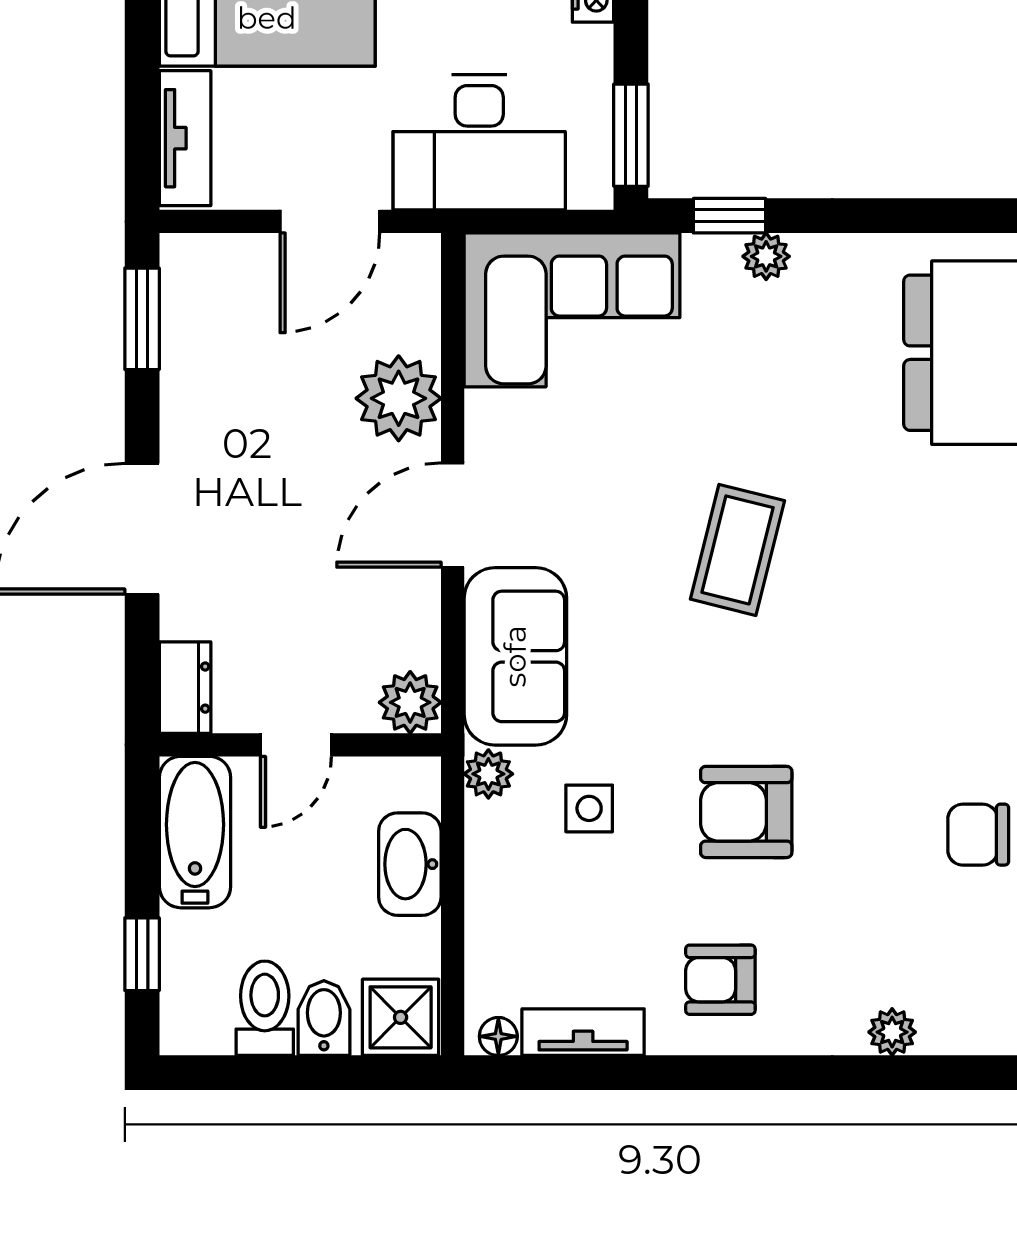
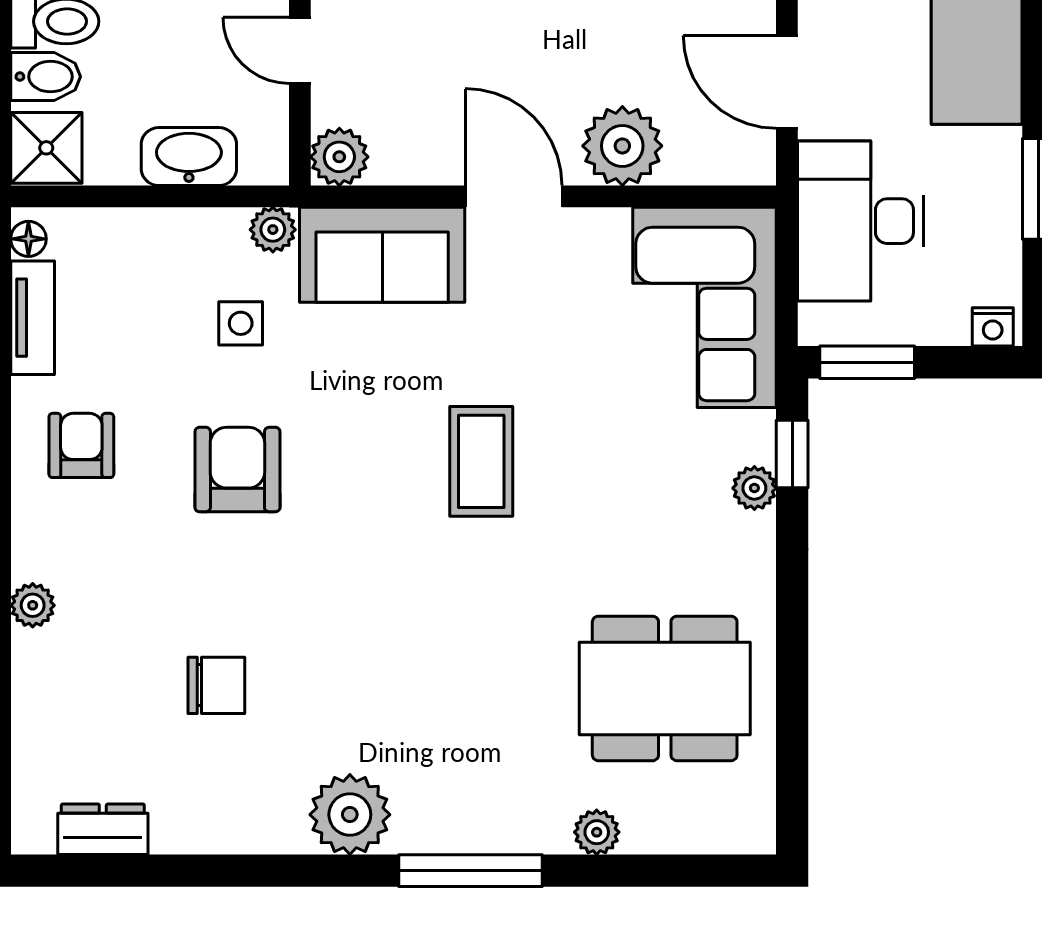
coffee table: (737, 550) -> (481, 461), turned 76
chair: (978, 835) -> (216, 685), turned 90

